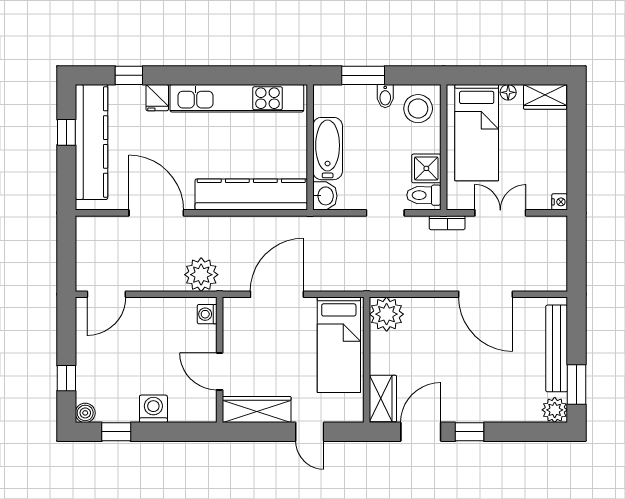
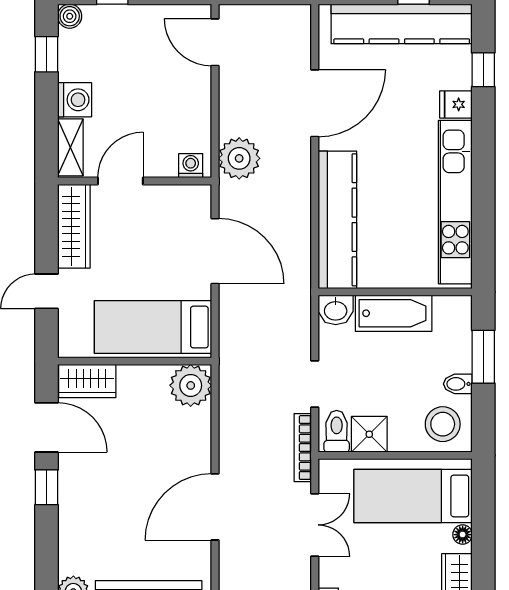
bookcase: (447, 223) -> (303, 448), width x1.56
shelving: (192, 412) -> (70, 147), added

